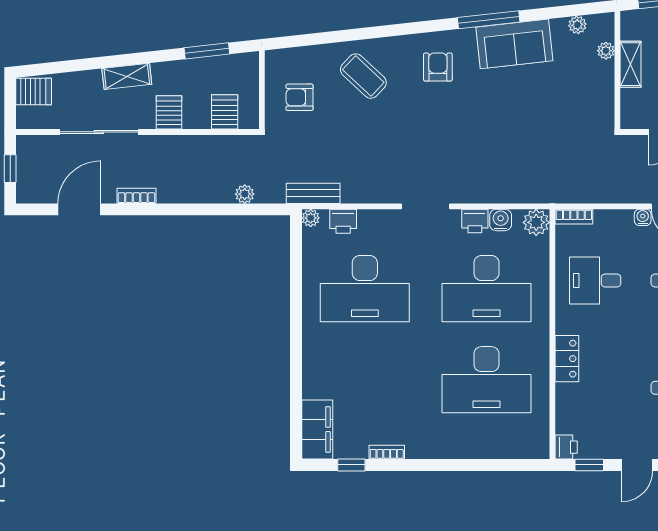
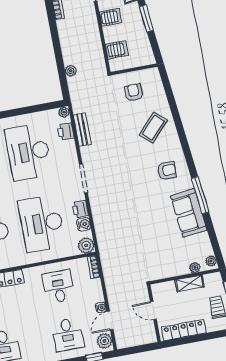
plant: (577, 25) -> (211, 261), moved
window: (207, 51) -> (146, 18), moved
bench: (313, 193) -> (82, 130), moved

